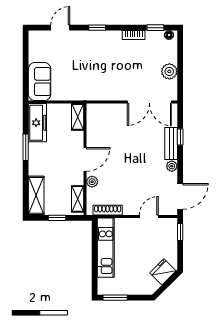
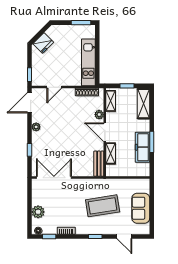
door: (60, 28) -> (124, 236), hinge flipped
coffee table: (88, 66) -> (103, 206), added
plant: (169, 71) -> (38, 212), moved
sofa: (40, 82) -> (141, 208), moved
shelving: (78, 117) -> (111, 153), moved
freezer: (37, 123) -> (143, 147), moved
bench: (171, 143) -> (99, 164), moved
door: (85, 159) -> (105, 132), hinge flipped

